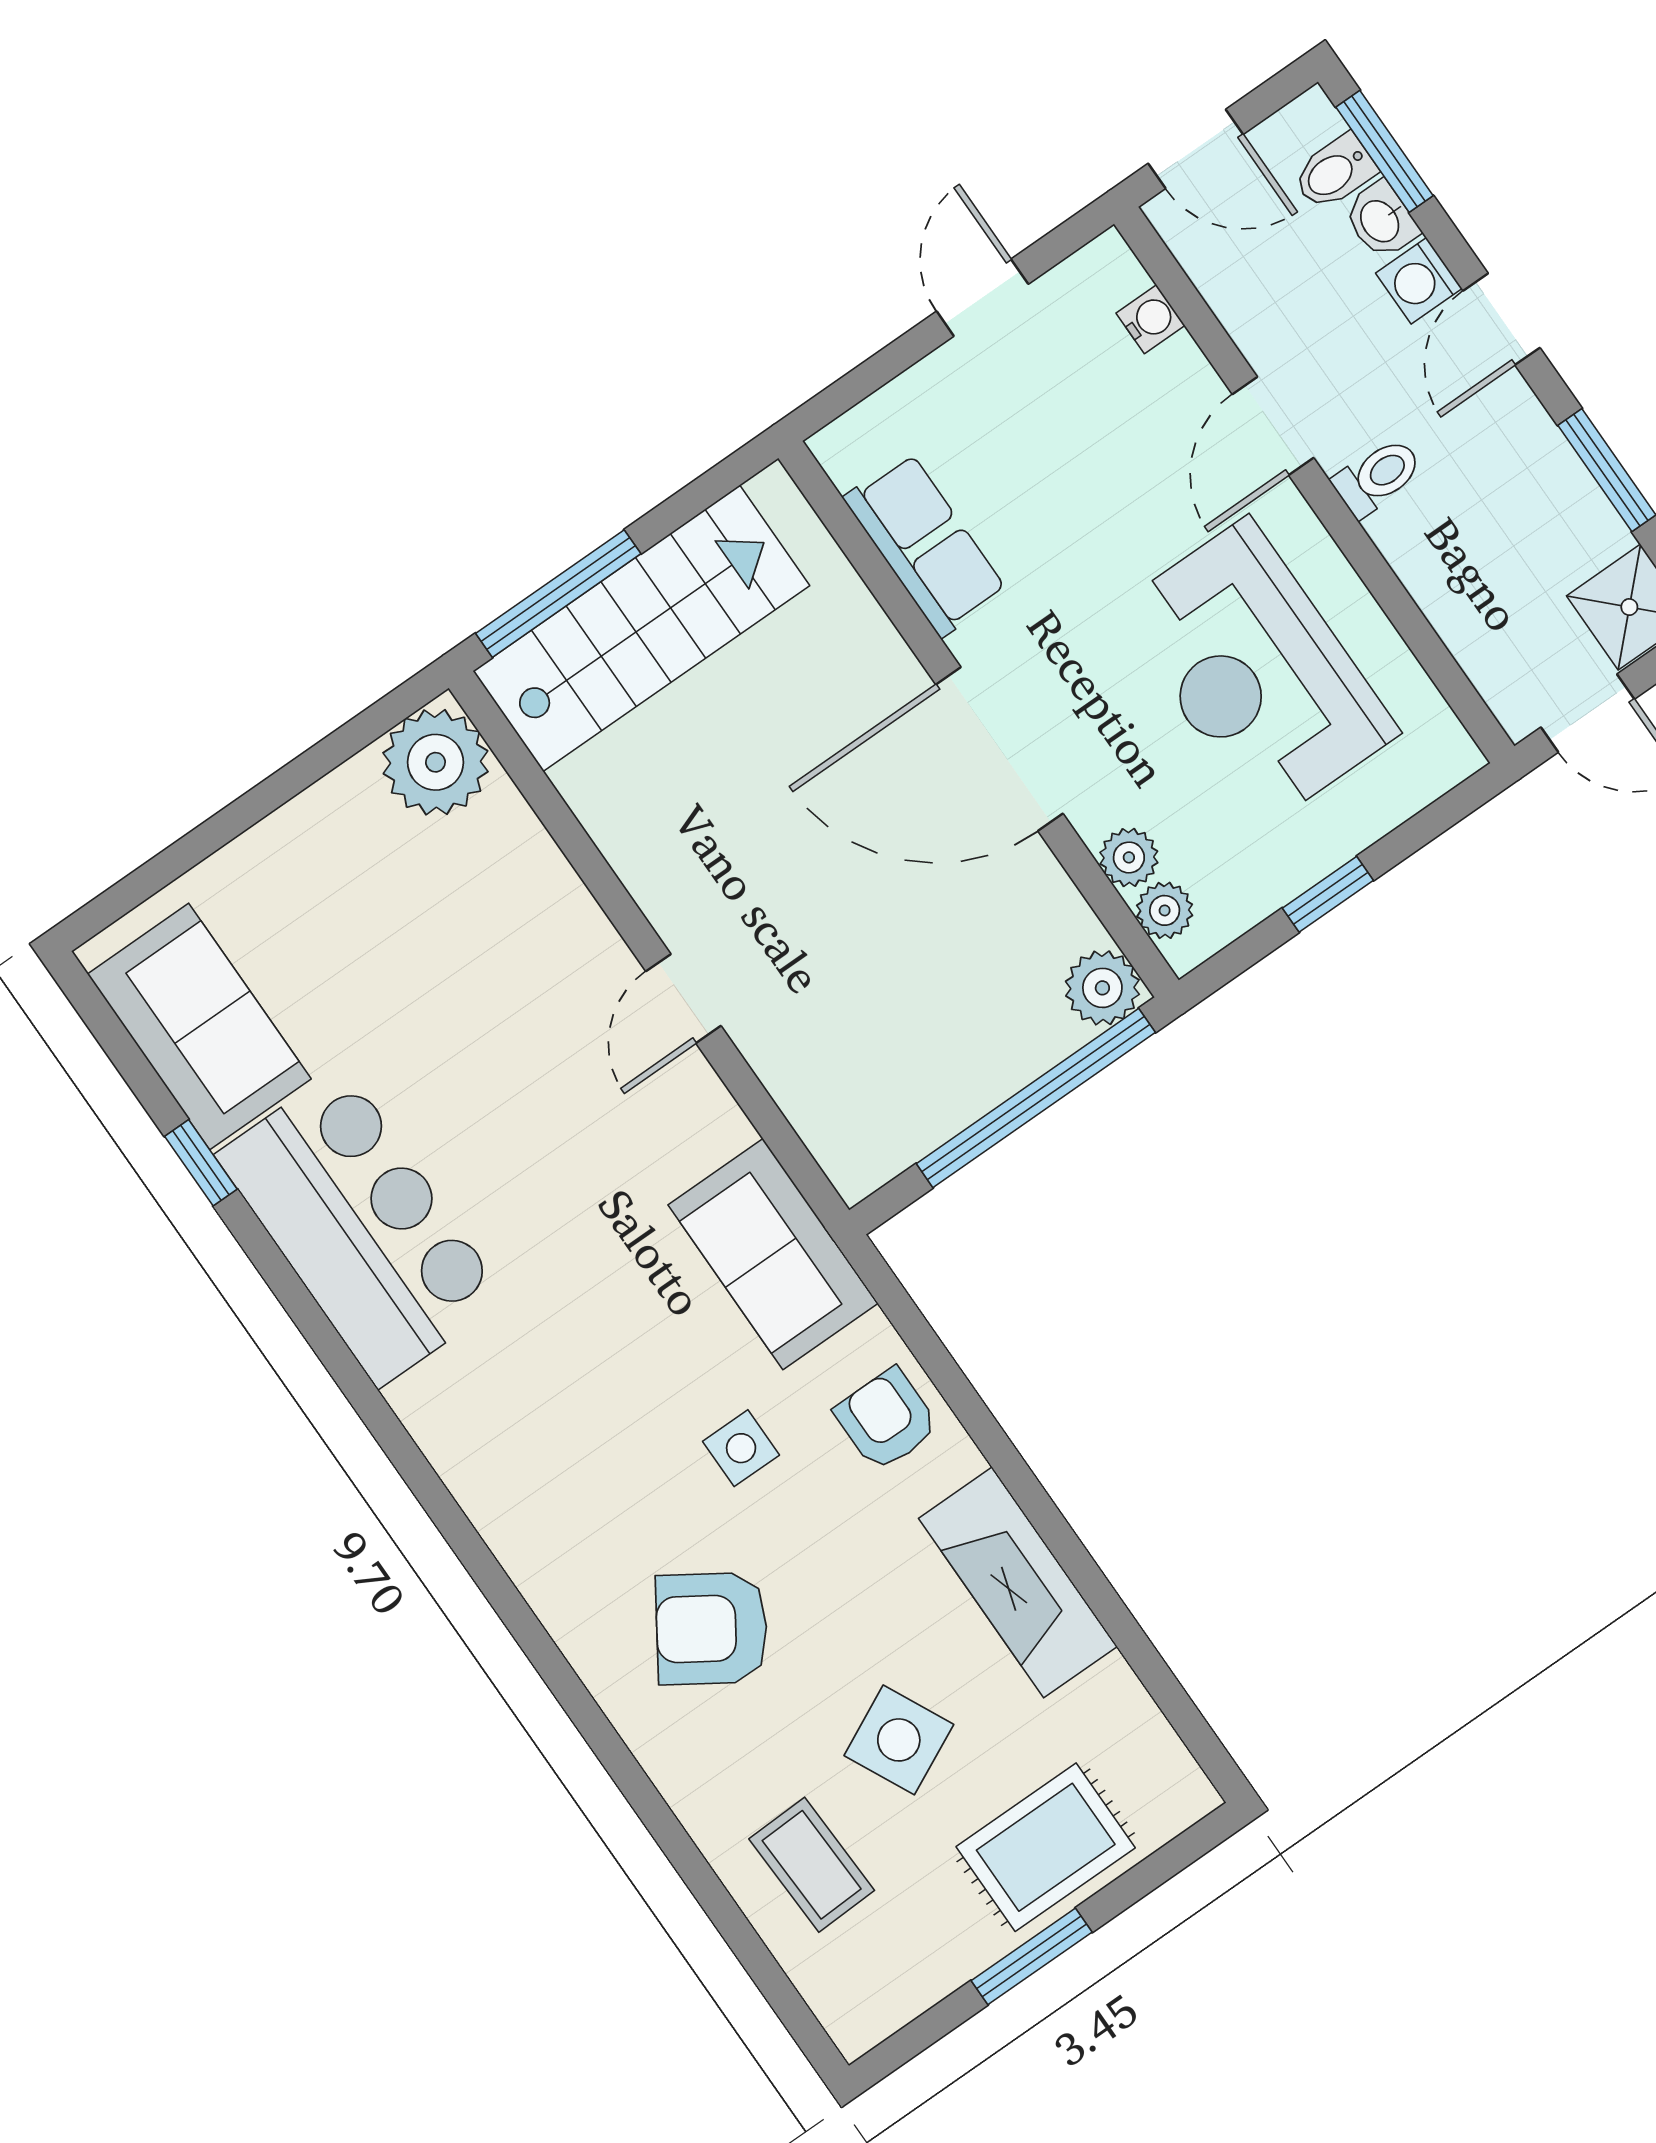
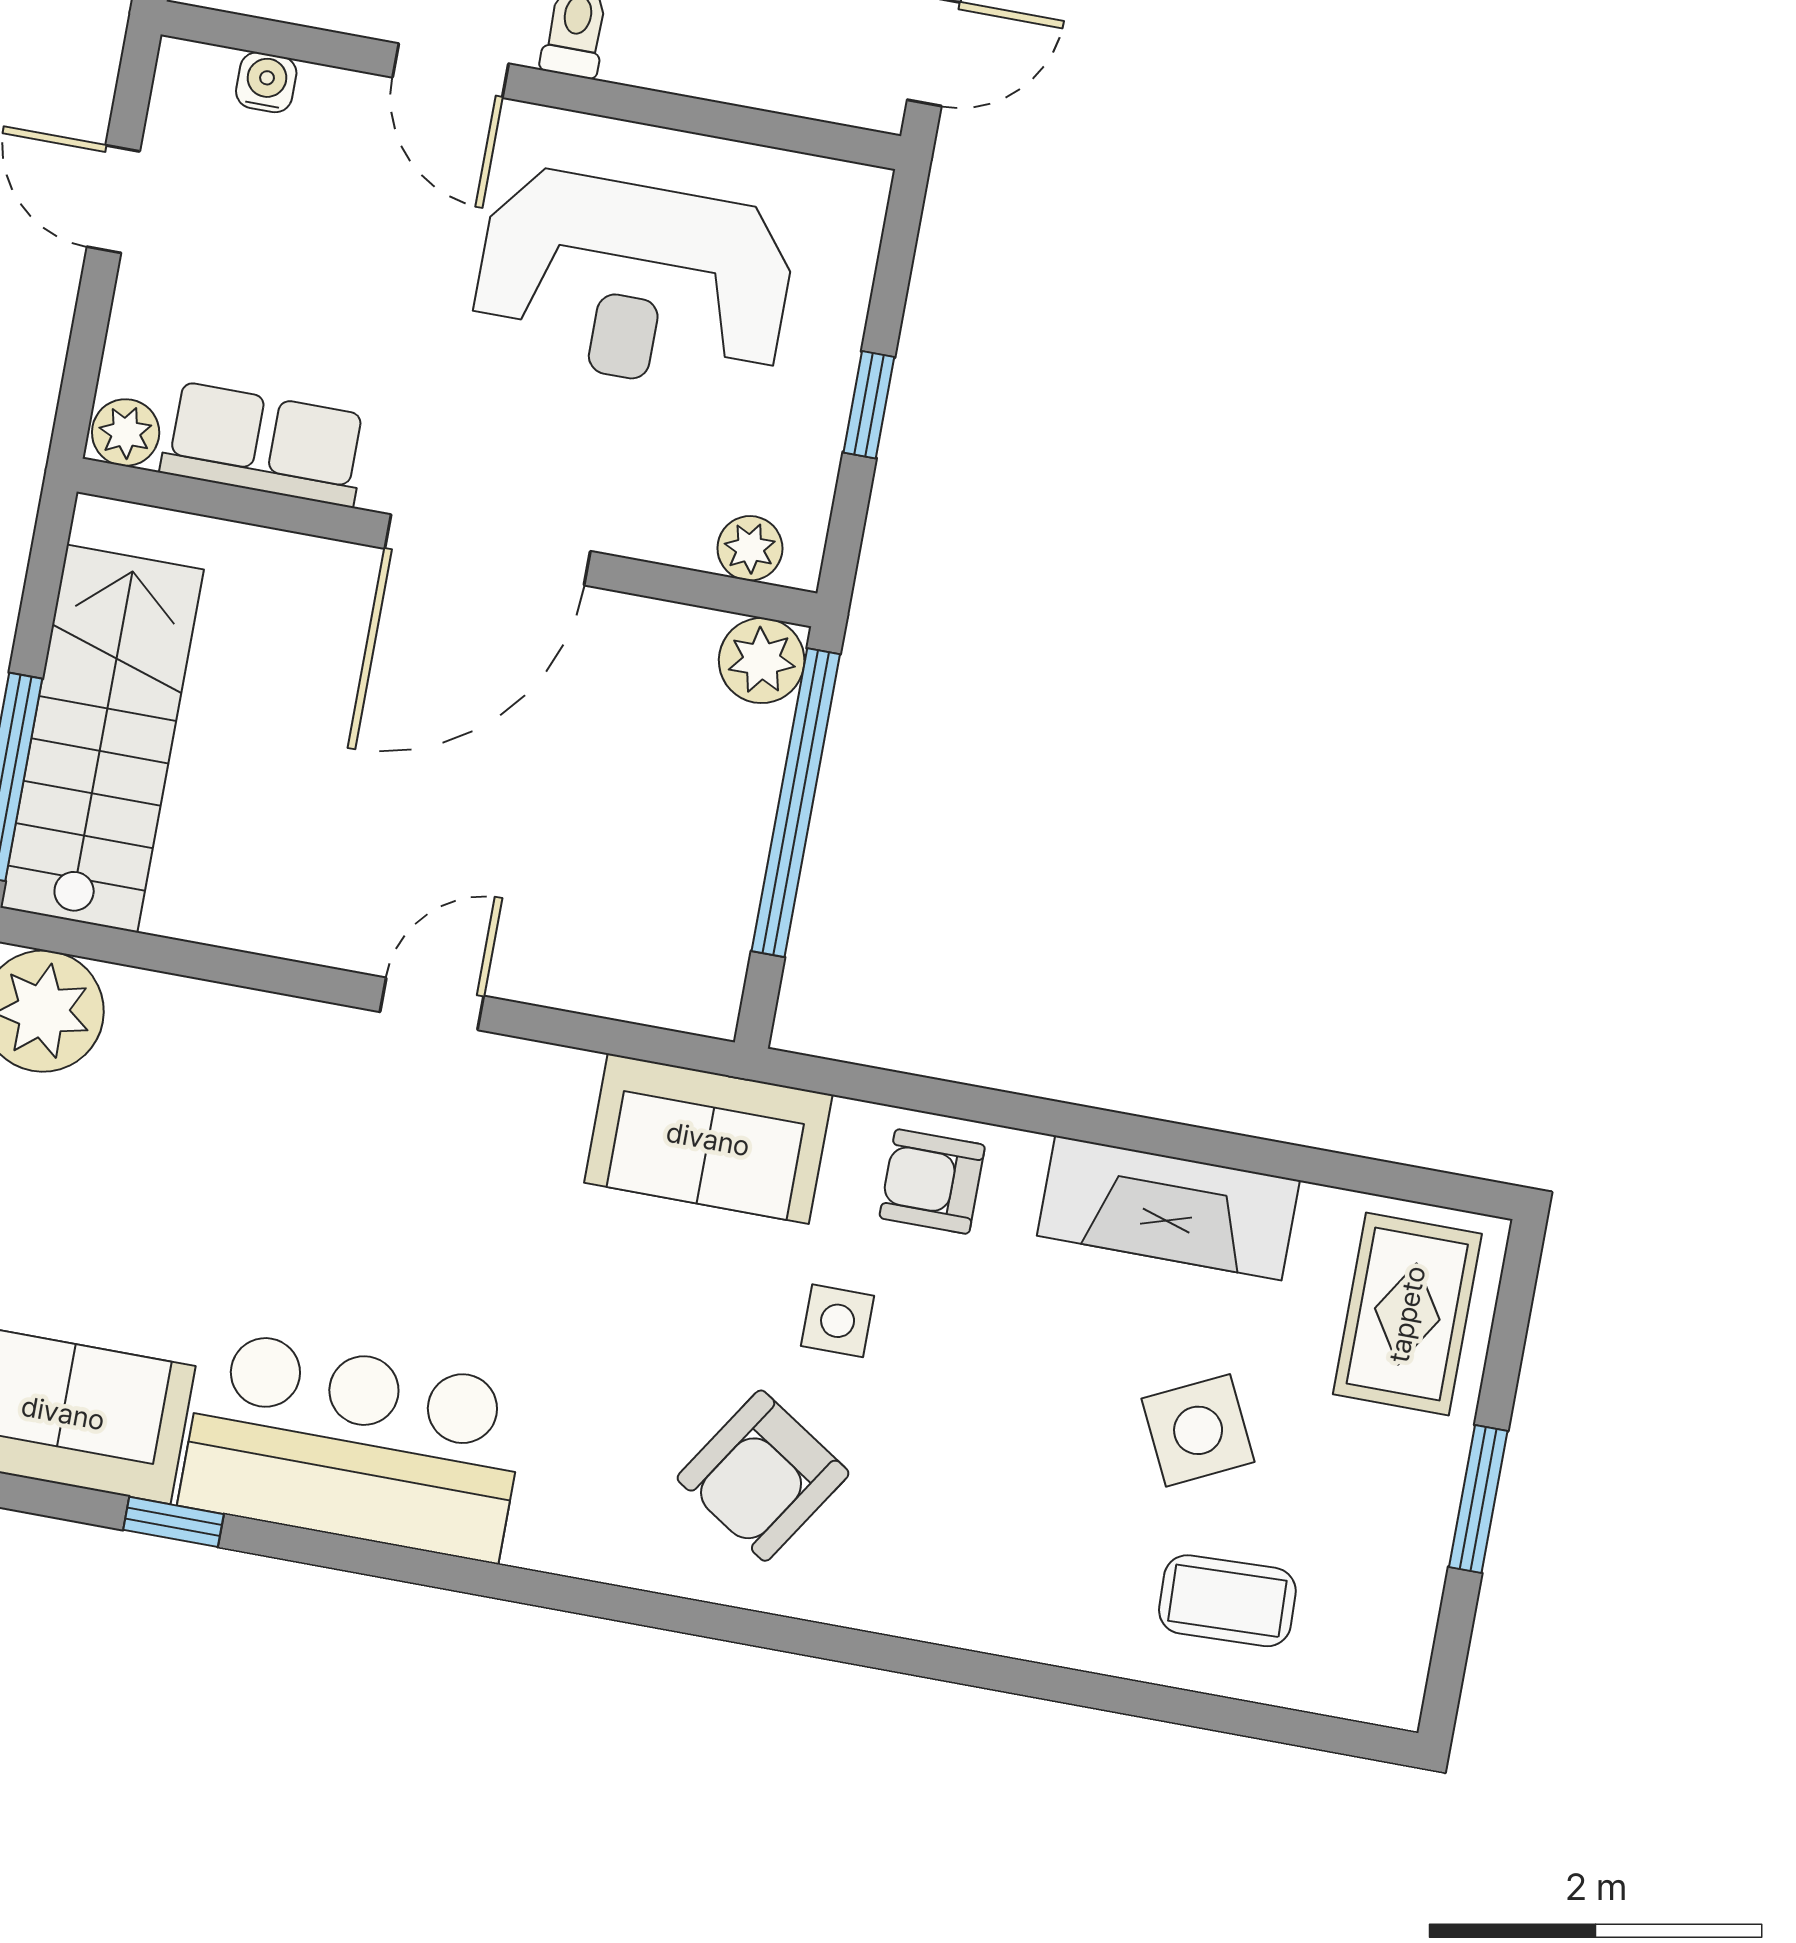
plant: (1129, 857) -> (126, 433), moved
door: (683, 999) -> (432, 1004), swing flipped
armchair: (712, 1628) -> (763, 1476), moved
rug: (1046, 1847) -> (1407, 1314), moved

